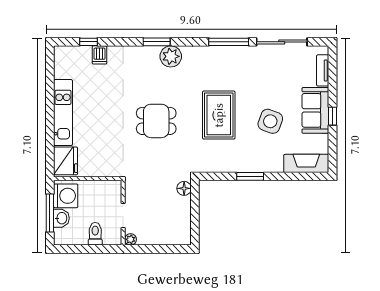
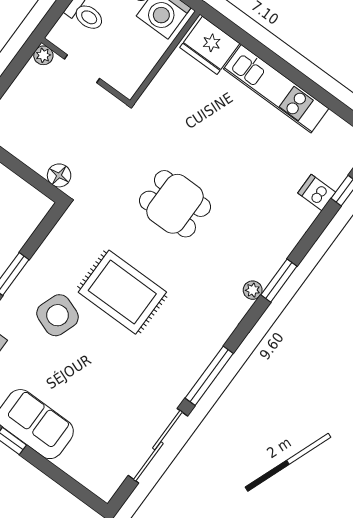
plant: (171, 56) -> (253, 290), width x0.53, depth x0.53
tv unit: (323, 70) -> (81, 472), removed
dining table: (156, 121) -> (175, 204), turned 90
side table: (270, 121) -> (58, 315), moved

